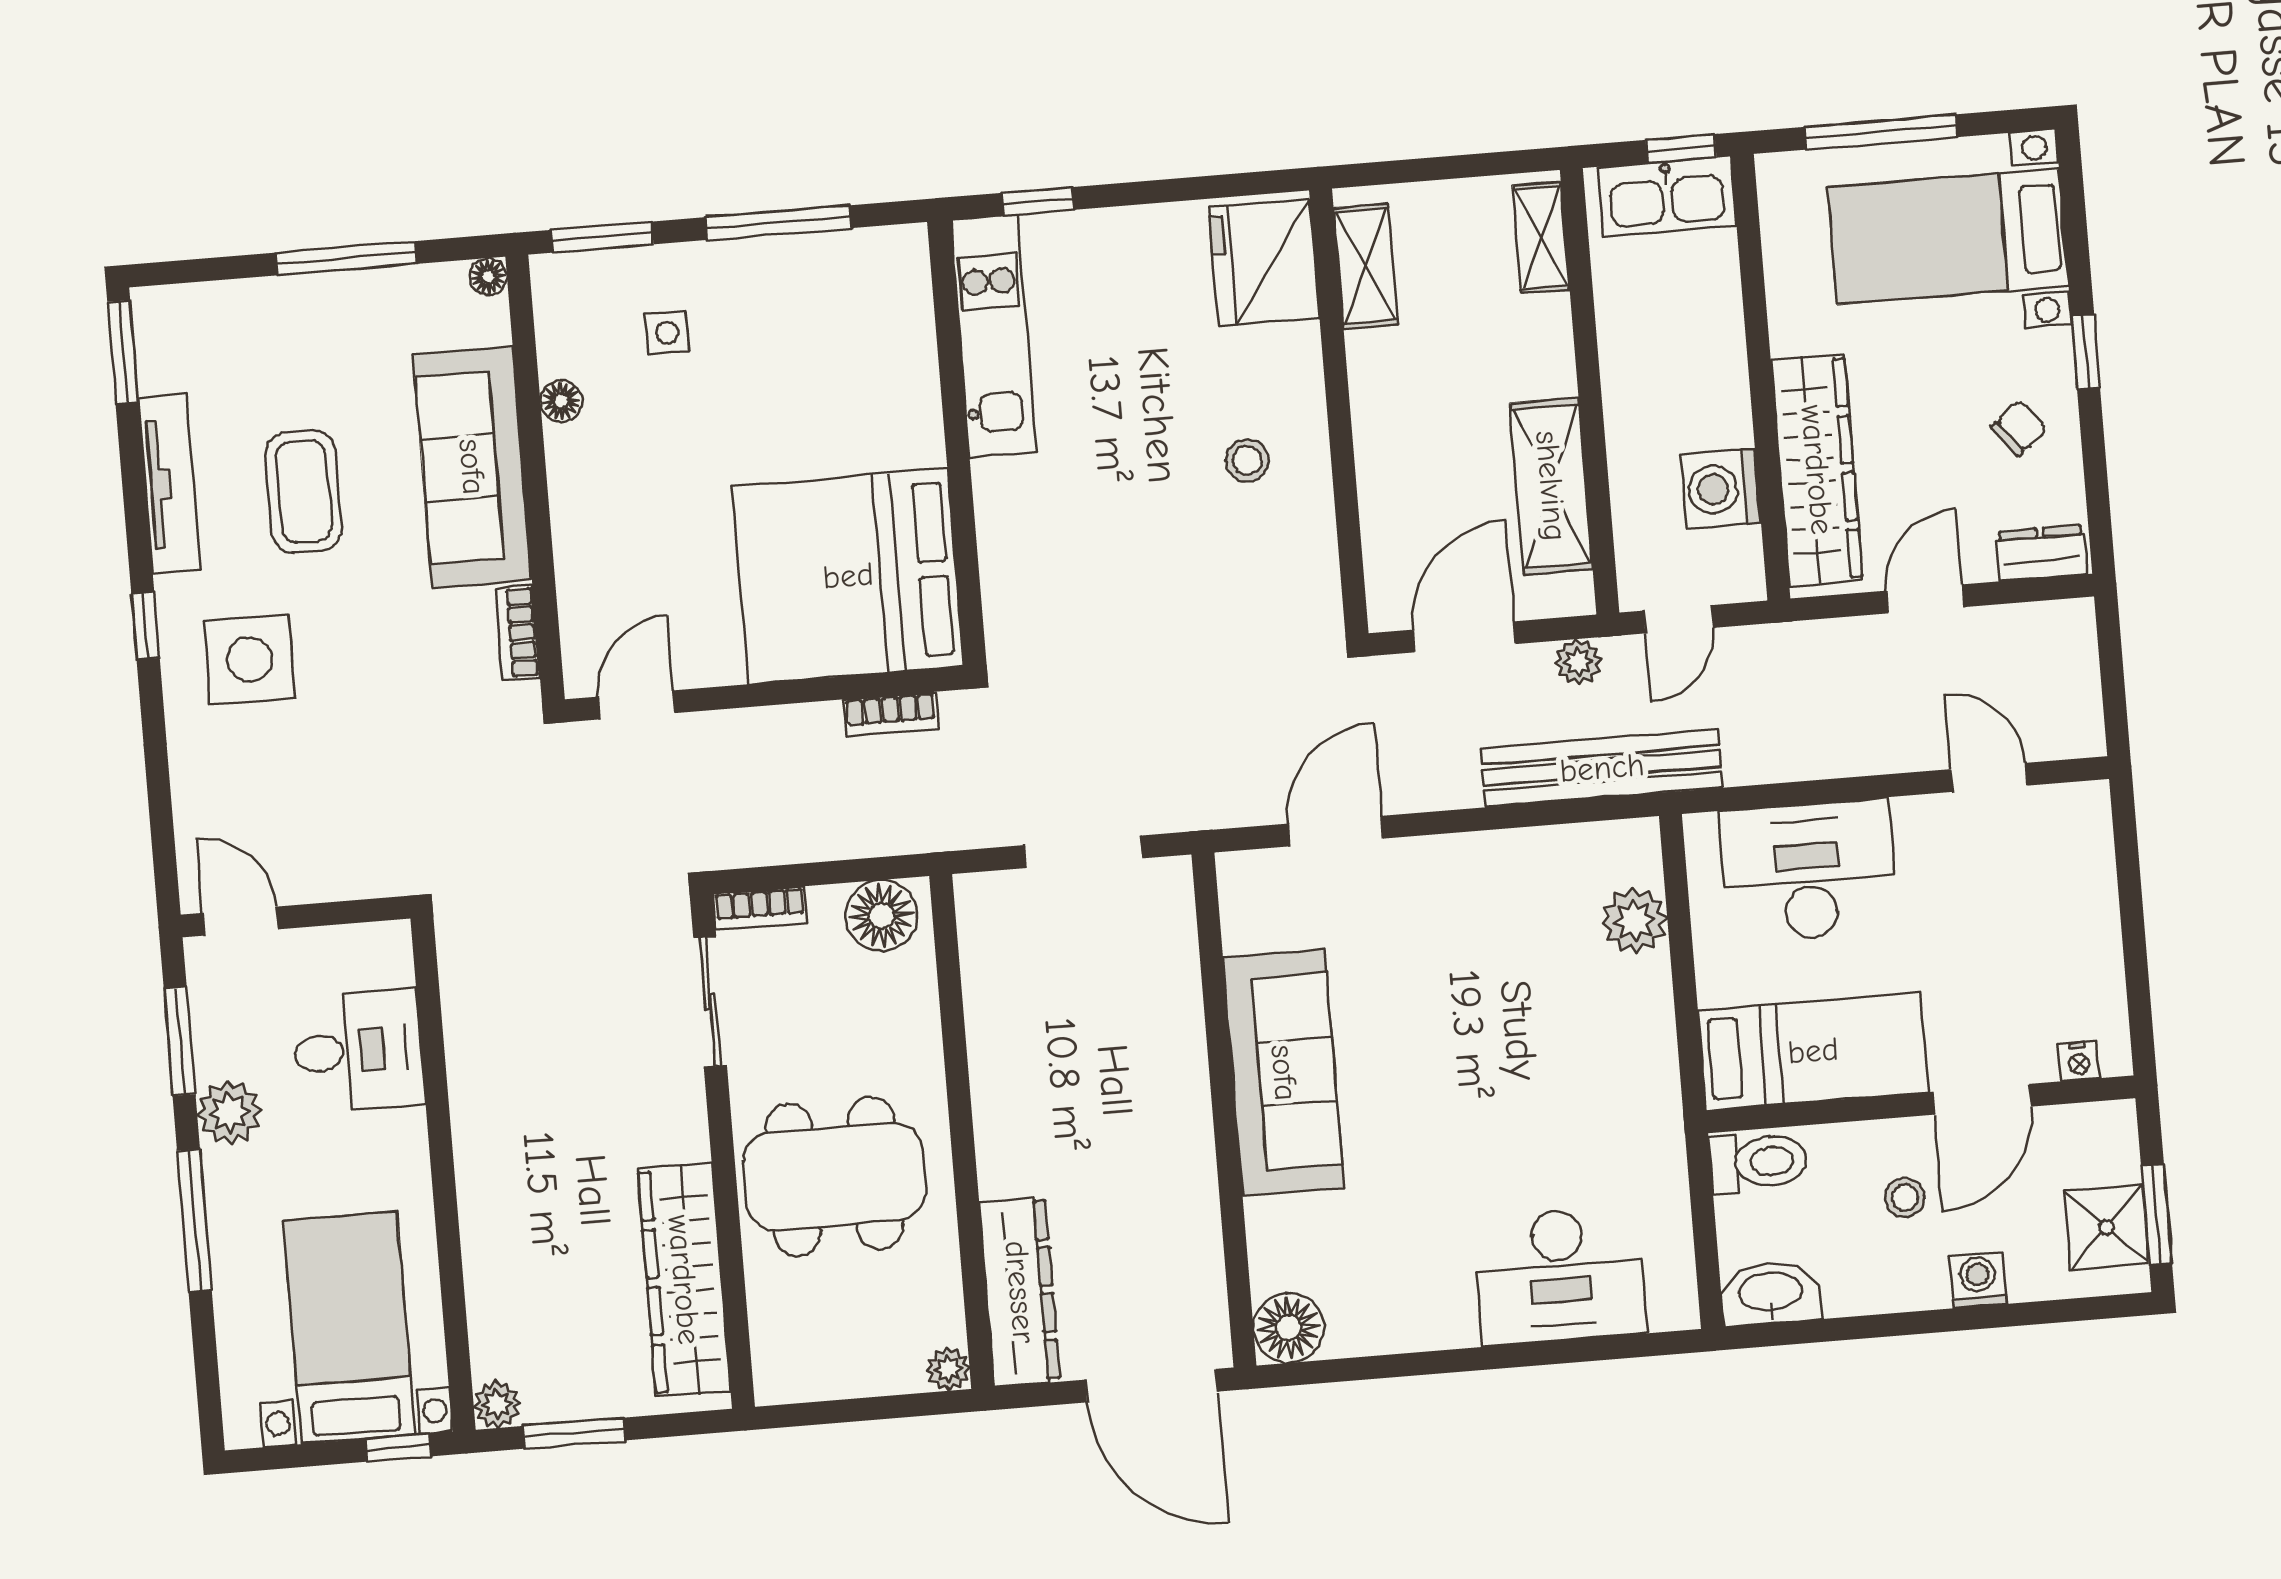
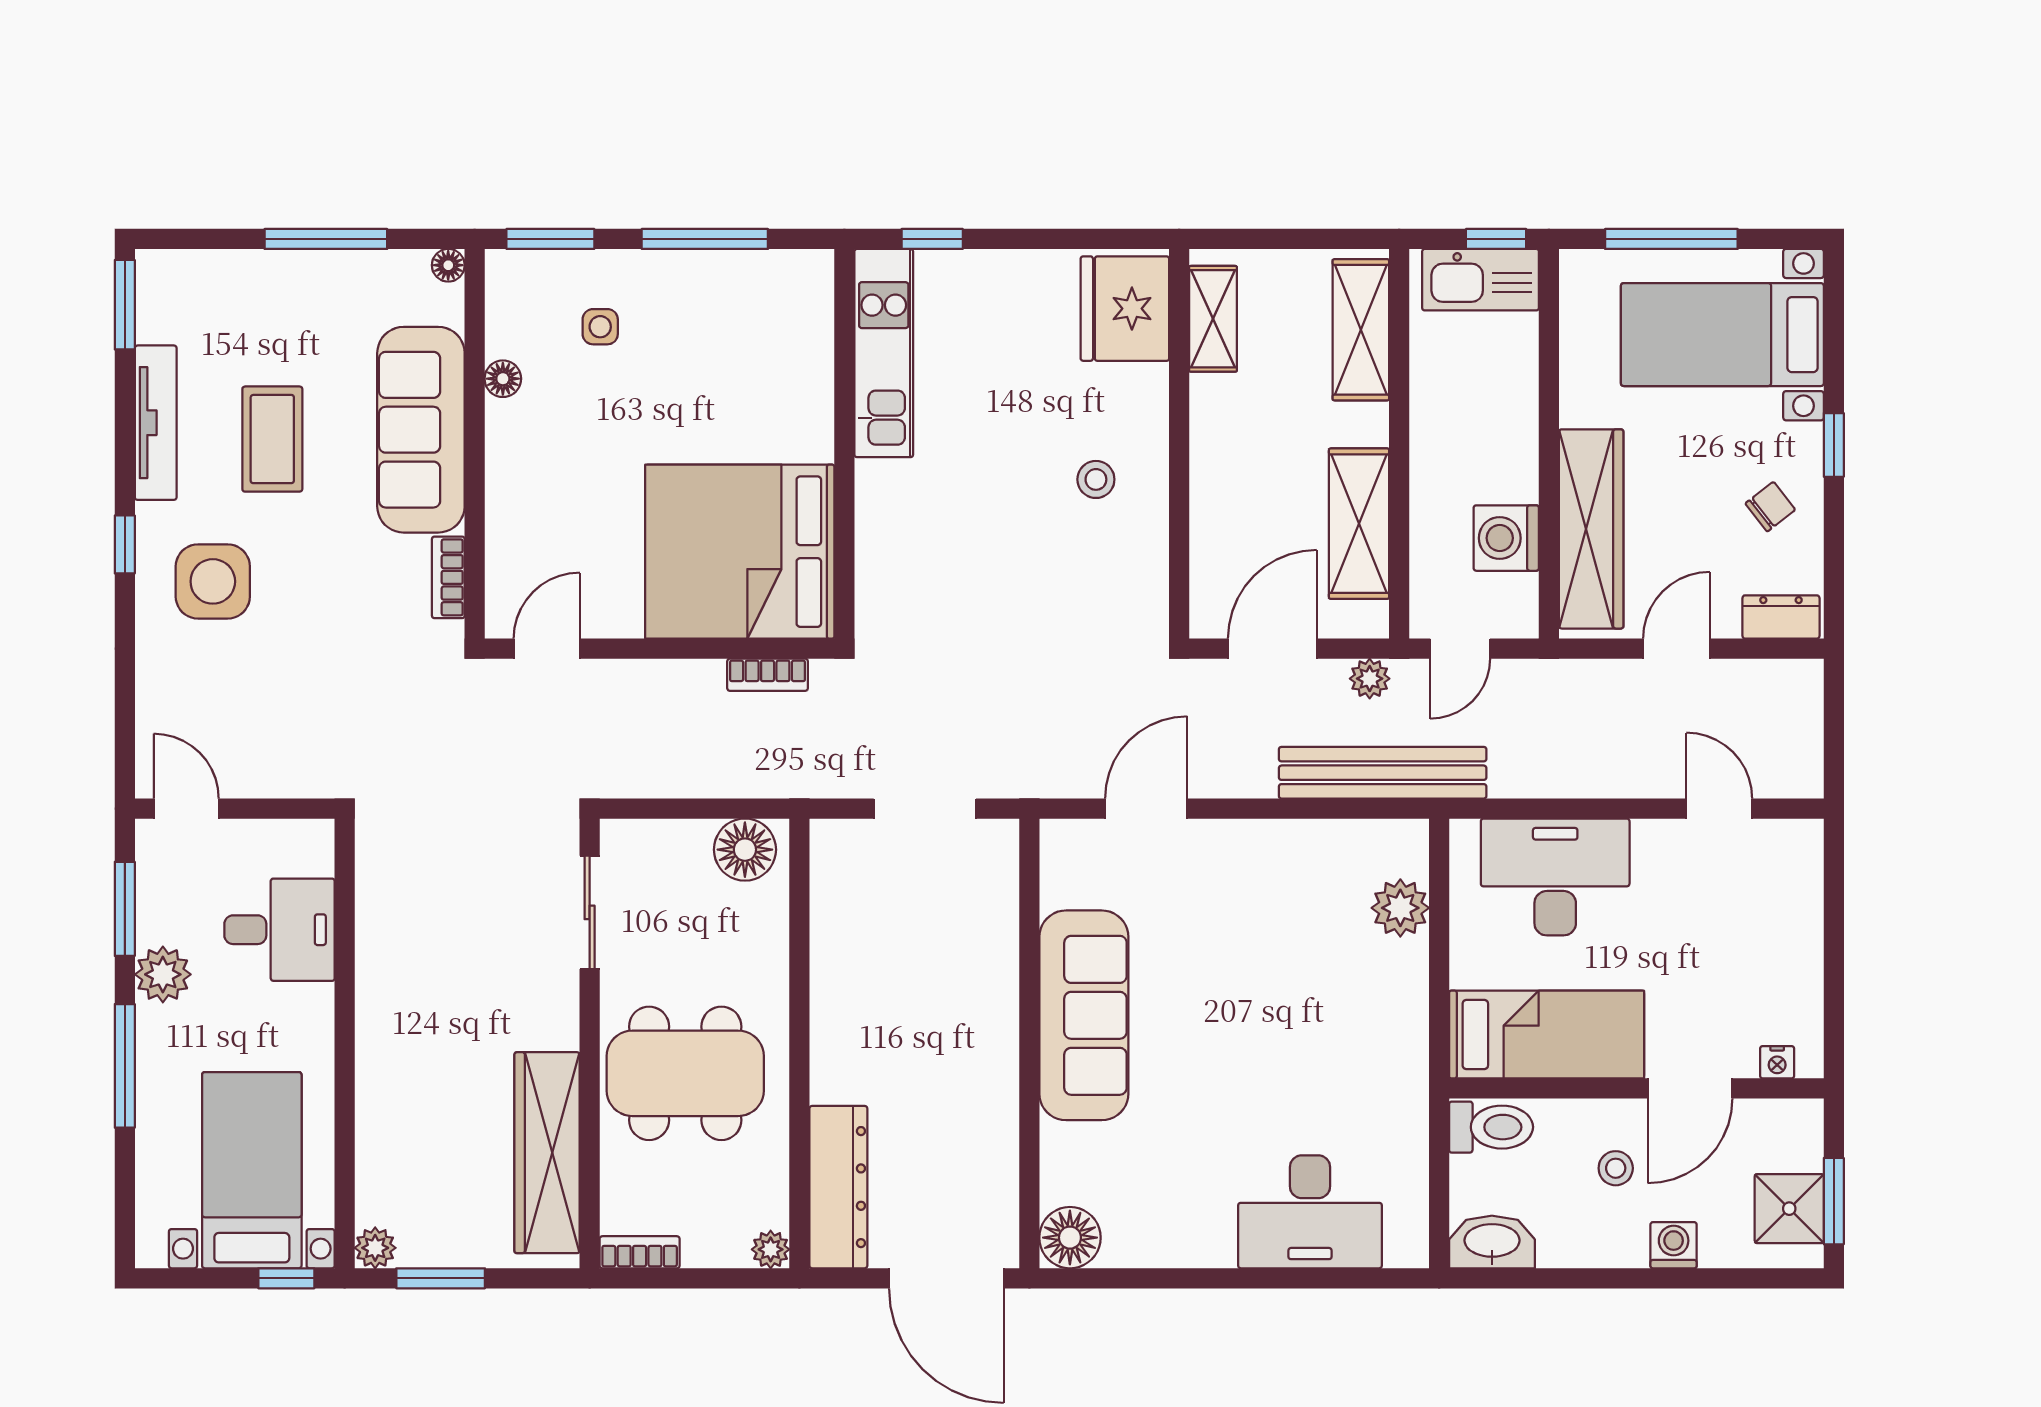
shelving: (1541, 237) -> (1361, 330), width x1.50, depth x1.33
bookcase: (760, 908) -> (640, 1252), moved, turned 180

